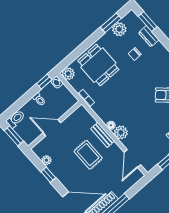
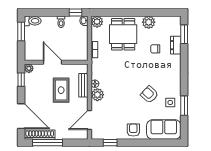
window: (111, 23) -> (158, 13), removed
plant: (119, 29) -> (149, 22), moved
wall: (55, 125) -> (56, 62), moved
door: (52, 128) -> (53, 62), moved

